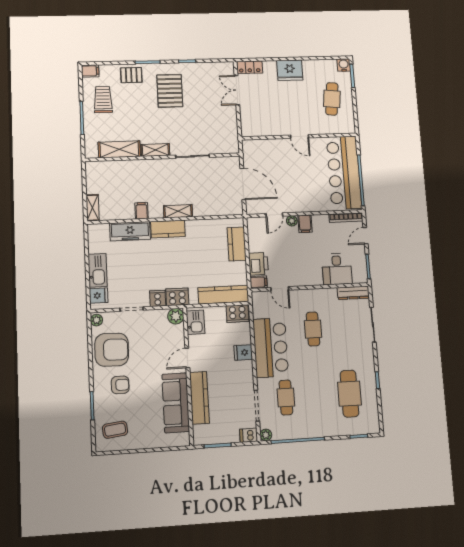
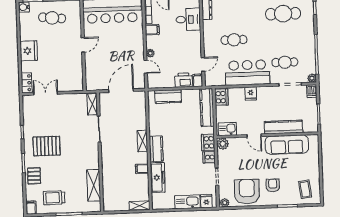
double door: (237, 90) -> (46, 93), swing flipped
shelving: (155, 150) -> (92, 104), moved
filing cabinet: (305, 224) -> (152, 30), moved

